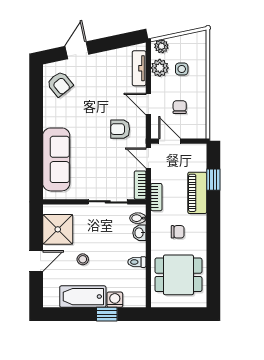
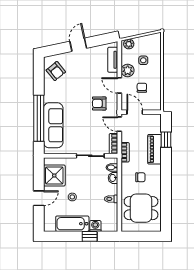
door: (77, 50) -> (78, 45), moved
plant: (160, 68) -> (128, 70), moved
window: (36, 150) -> (39, 118), added

